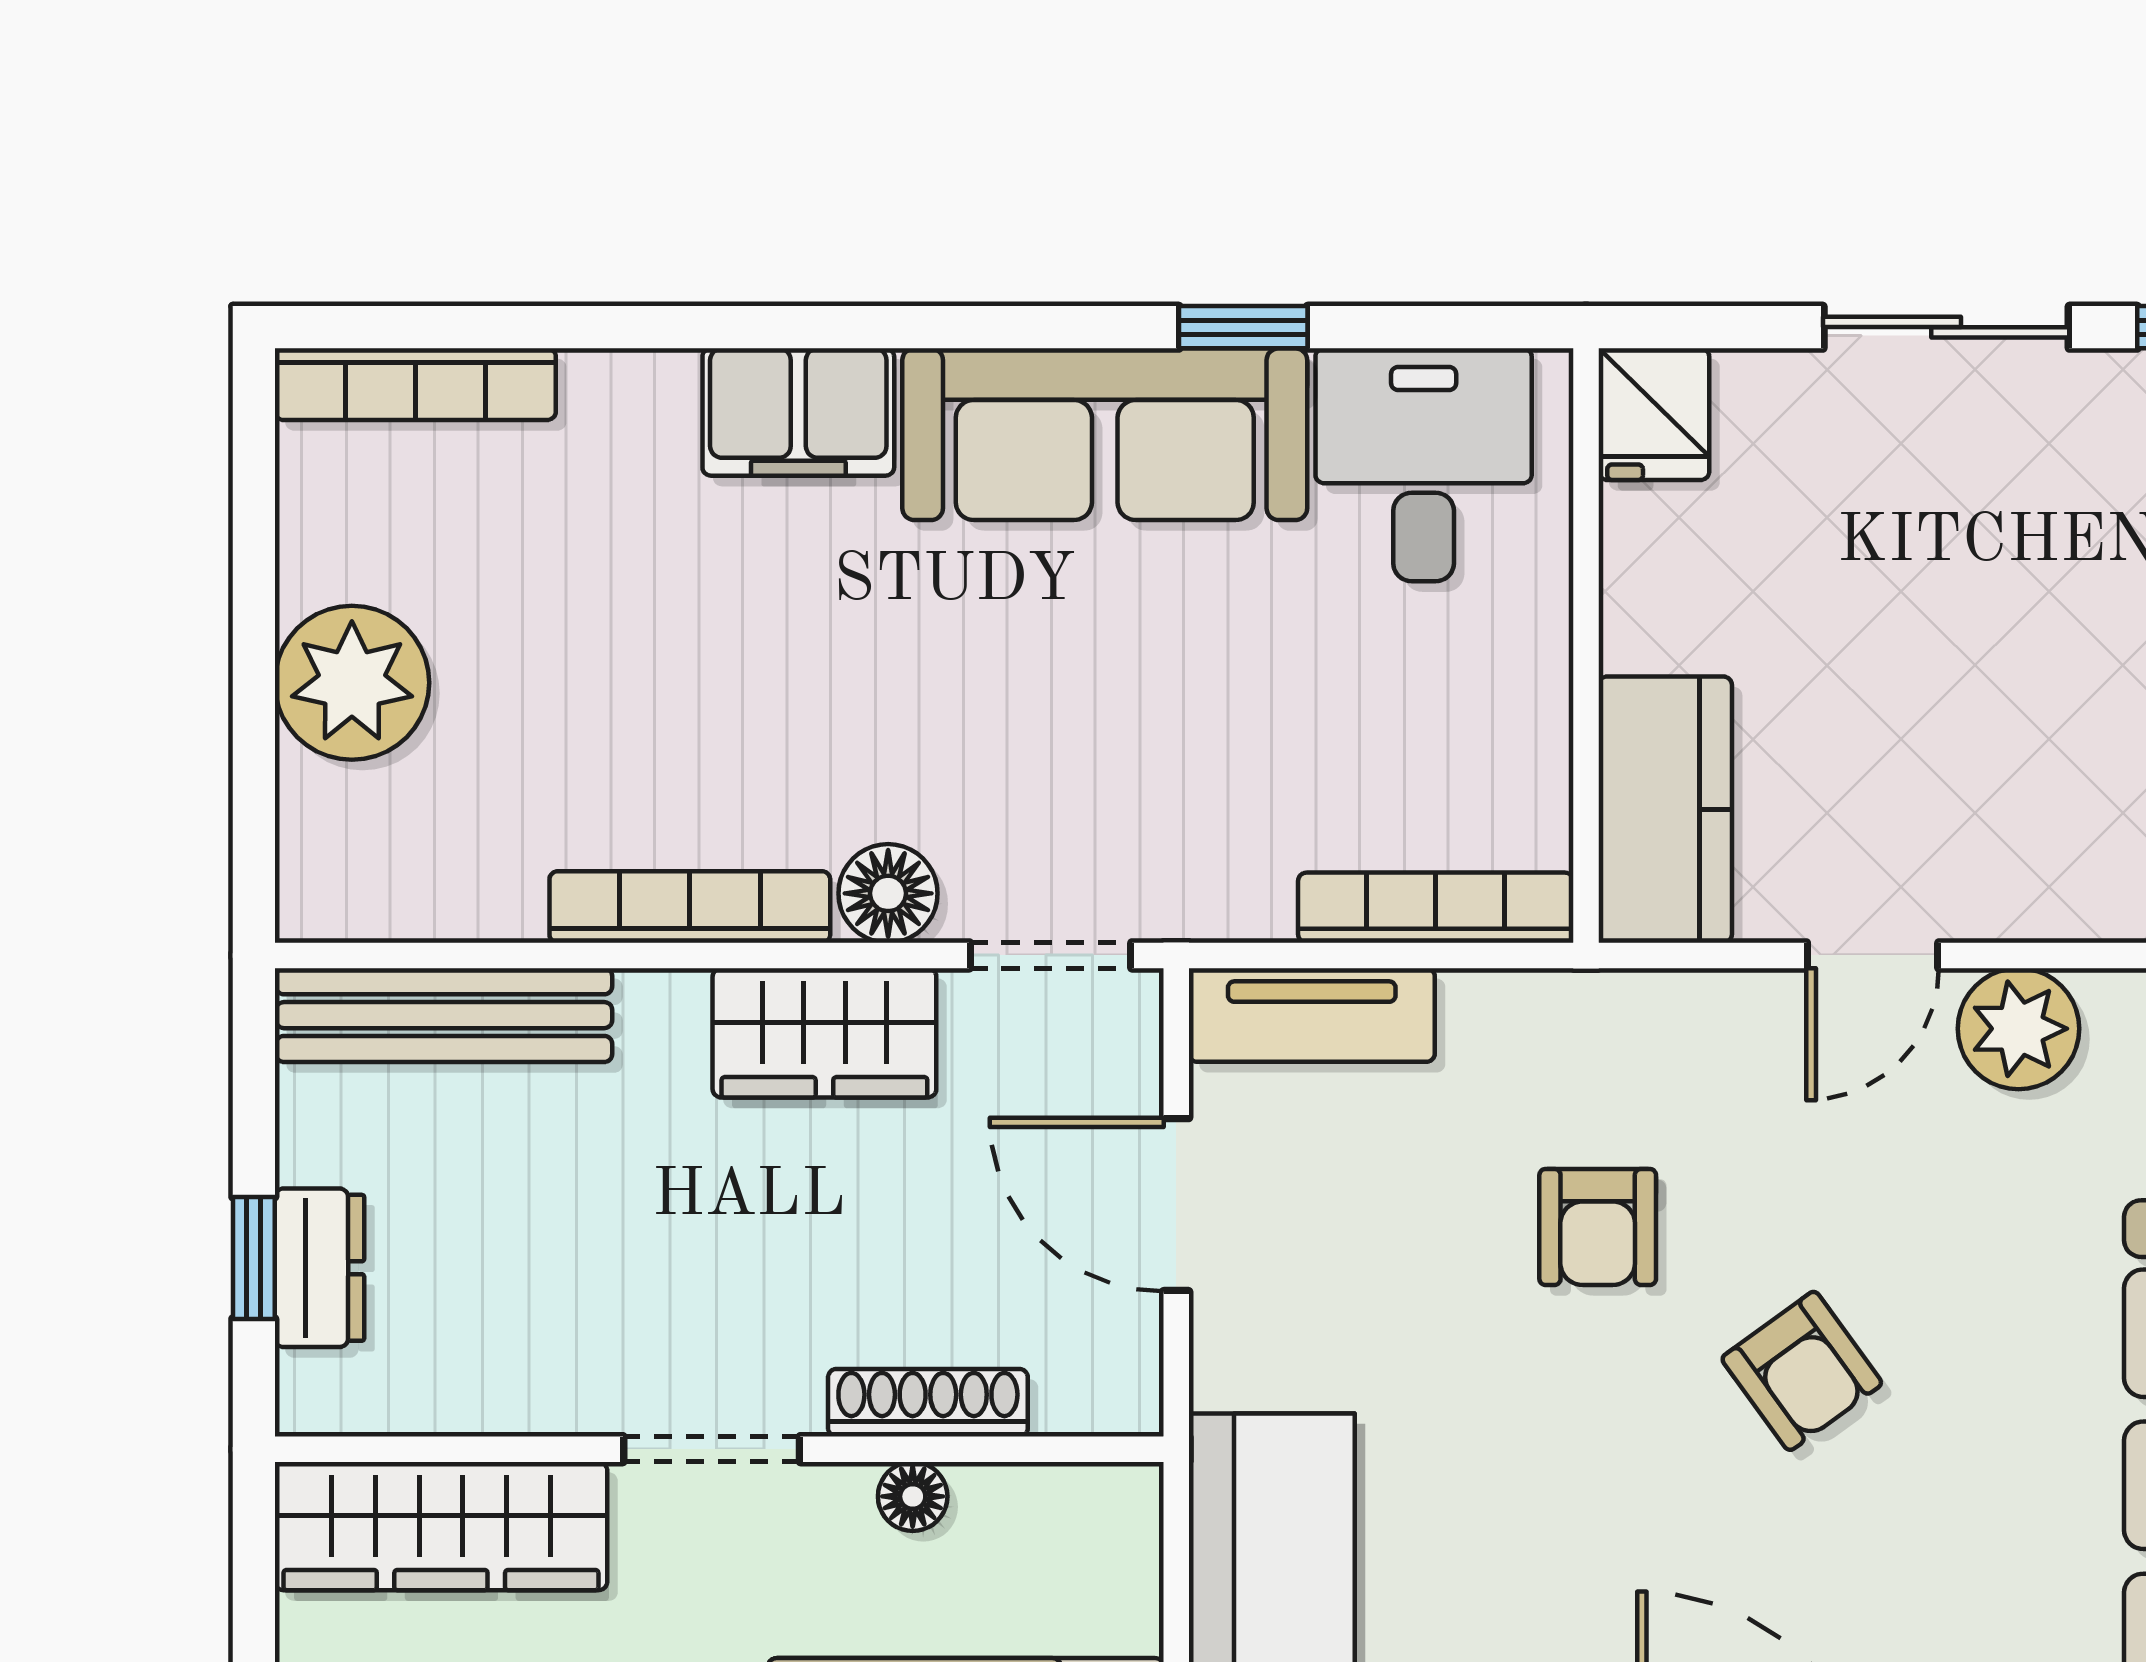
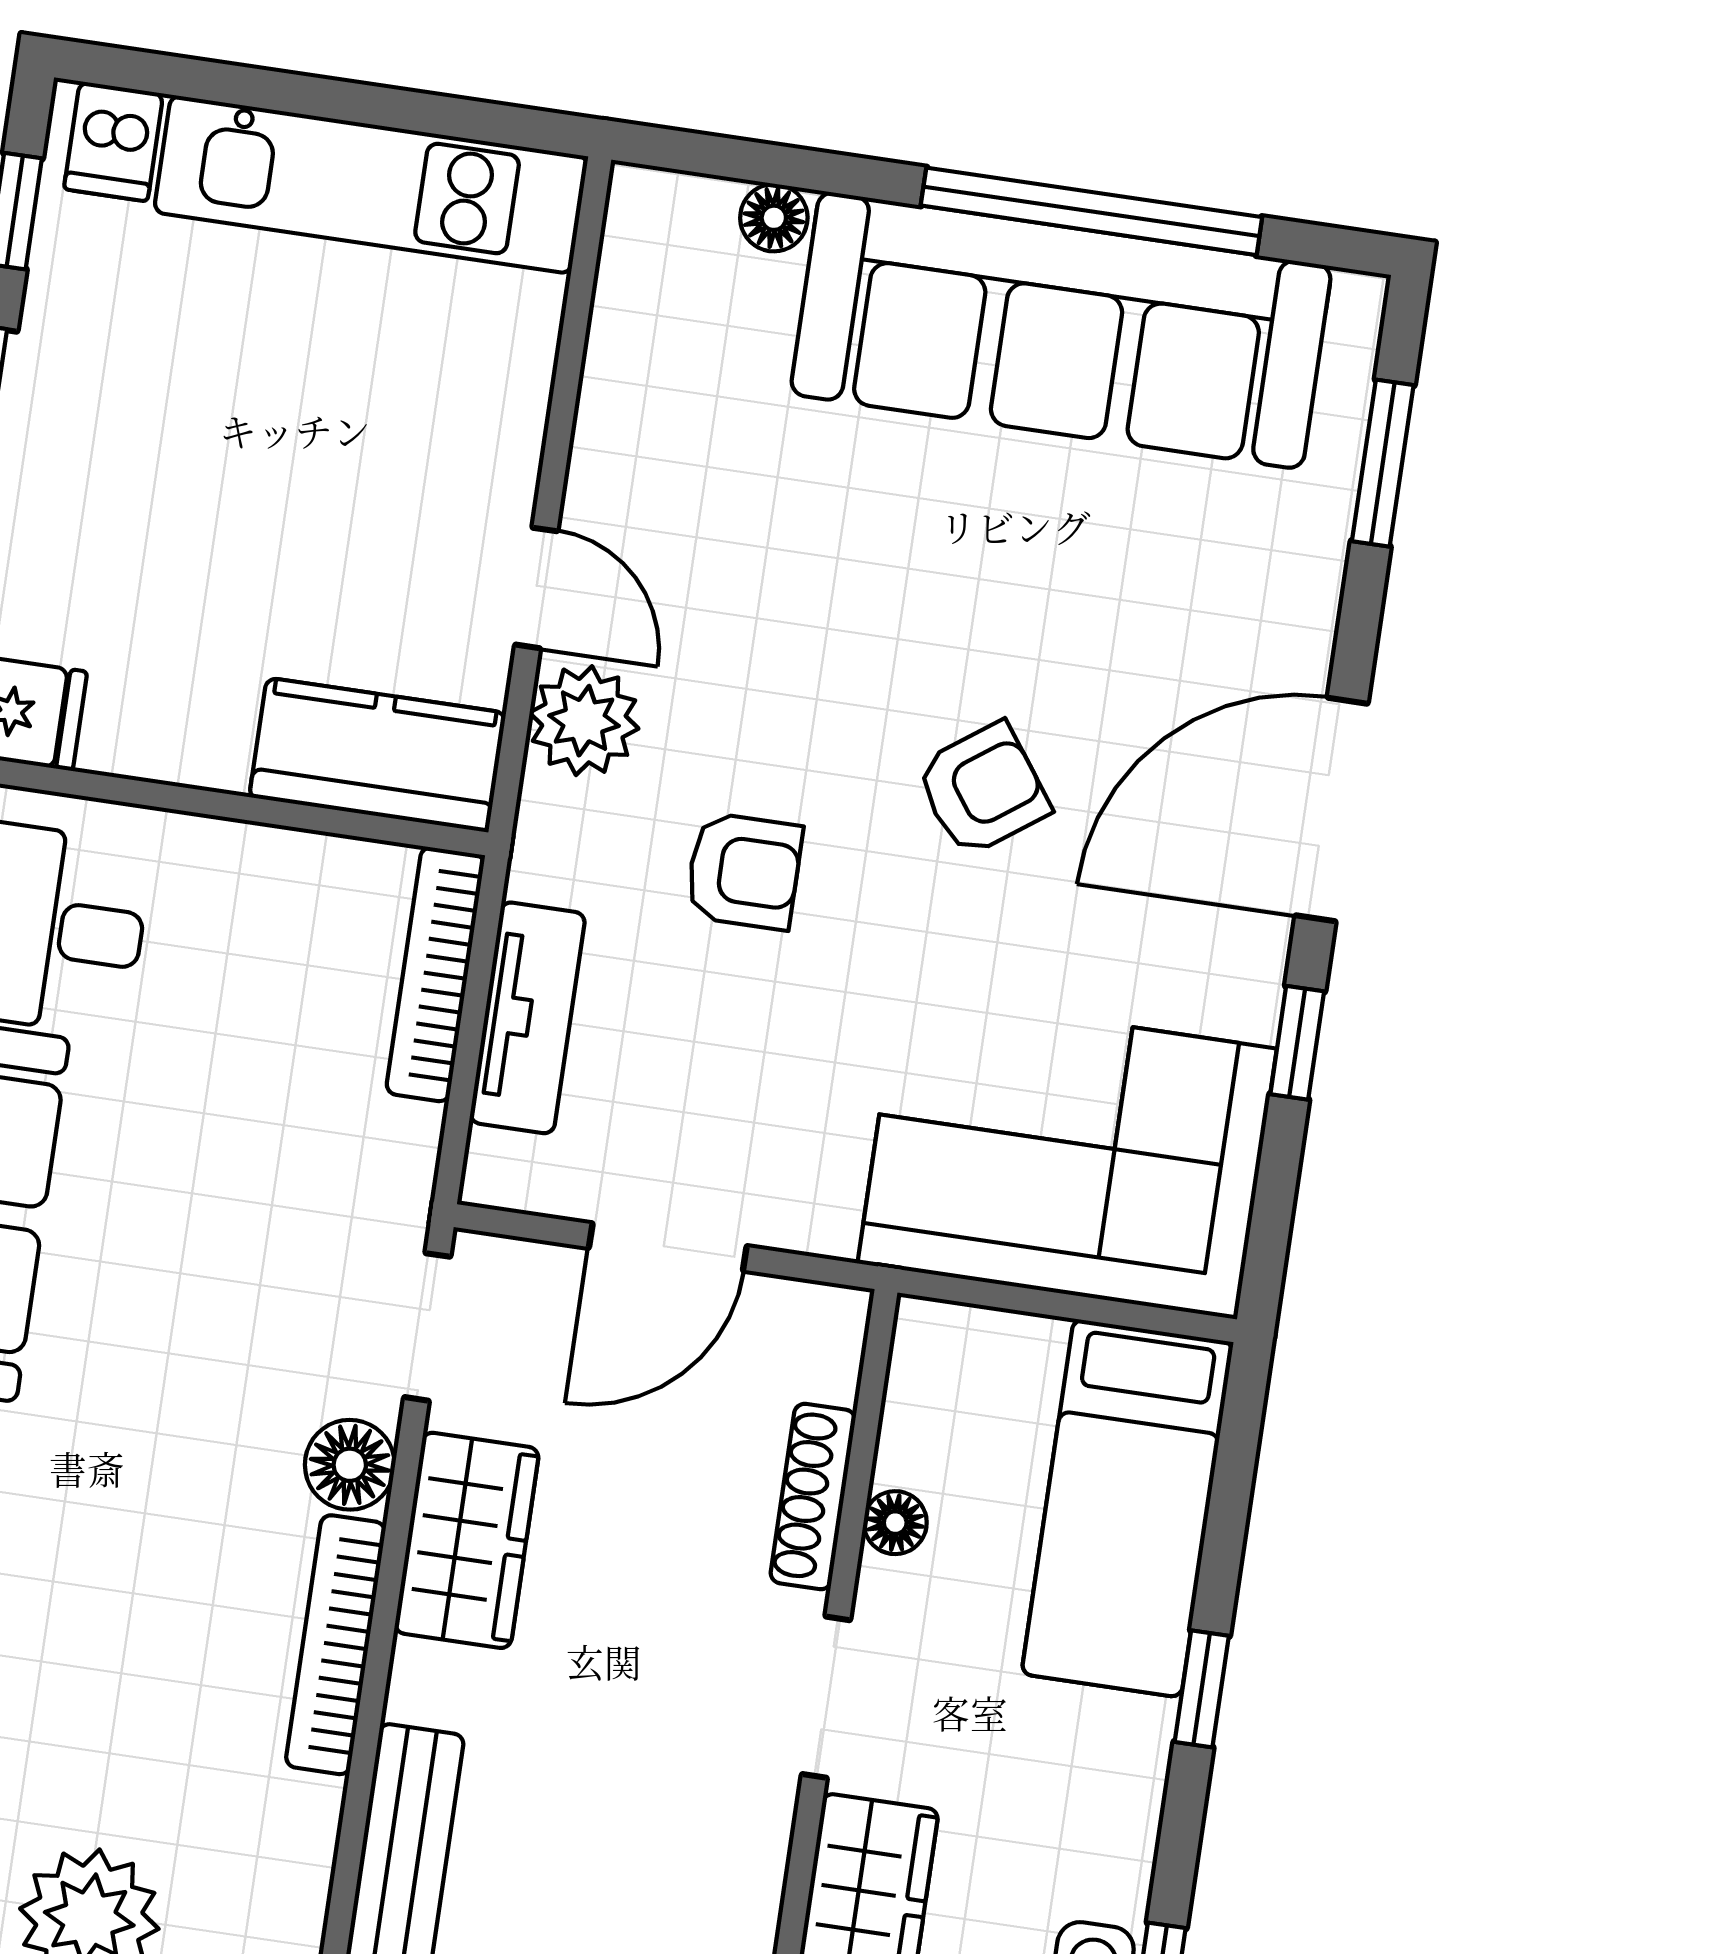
tv unit: (1312, 1015) -> (527, 1018), moved
plant: (2018, 1029) -> (584, 721), moved
armchair: (1802, 1371) -> (983, 789), moved

